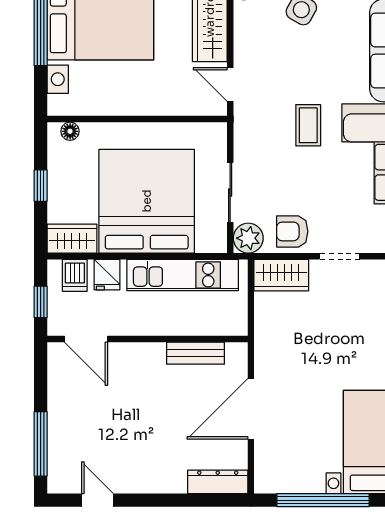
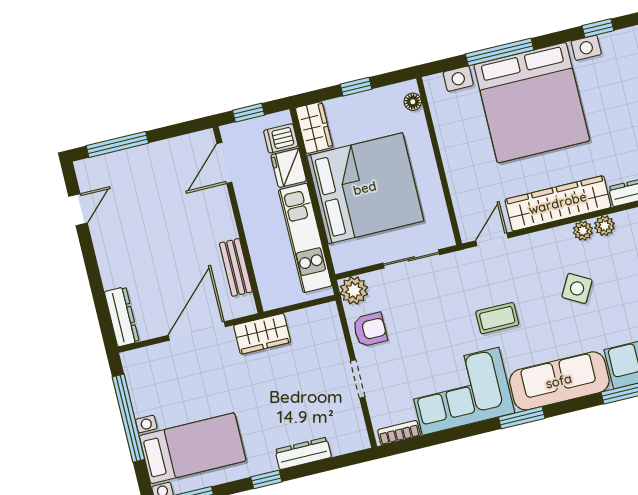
coffee table: (308, 125) -> (497, 318), moved
sliding door: (230, 192) -> (411, 259), moved
armchair: (292, 231) -> (370, 330), turned 90
fridge: (107, 275) -> (289, 168), width x1.38
wardrobe: (281, 275) -> (262, 334), moved, turned -90
door: (251, 409) -> (197, 331), hinge flipped

